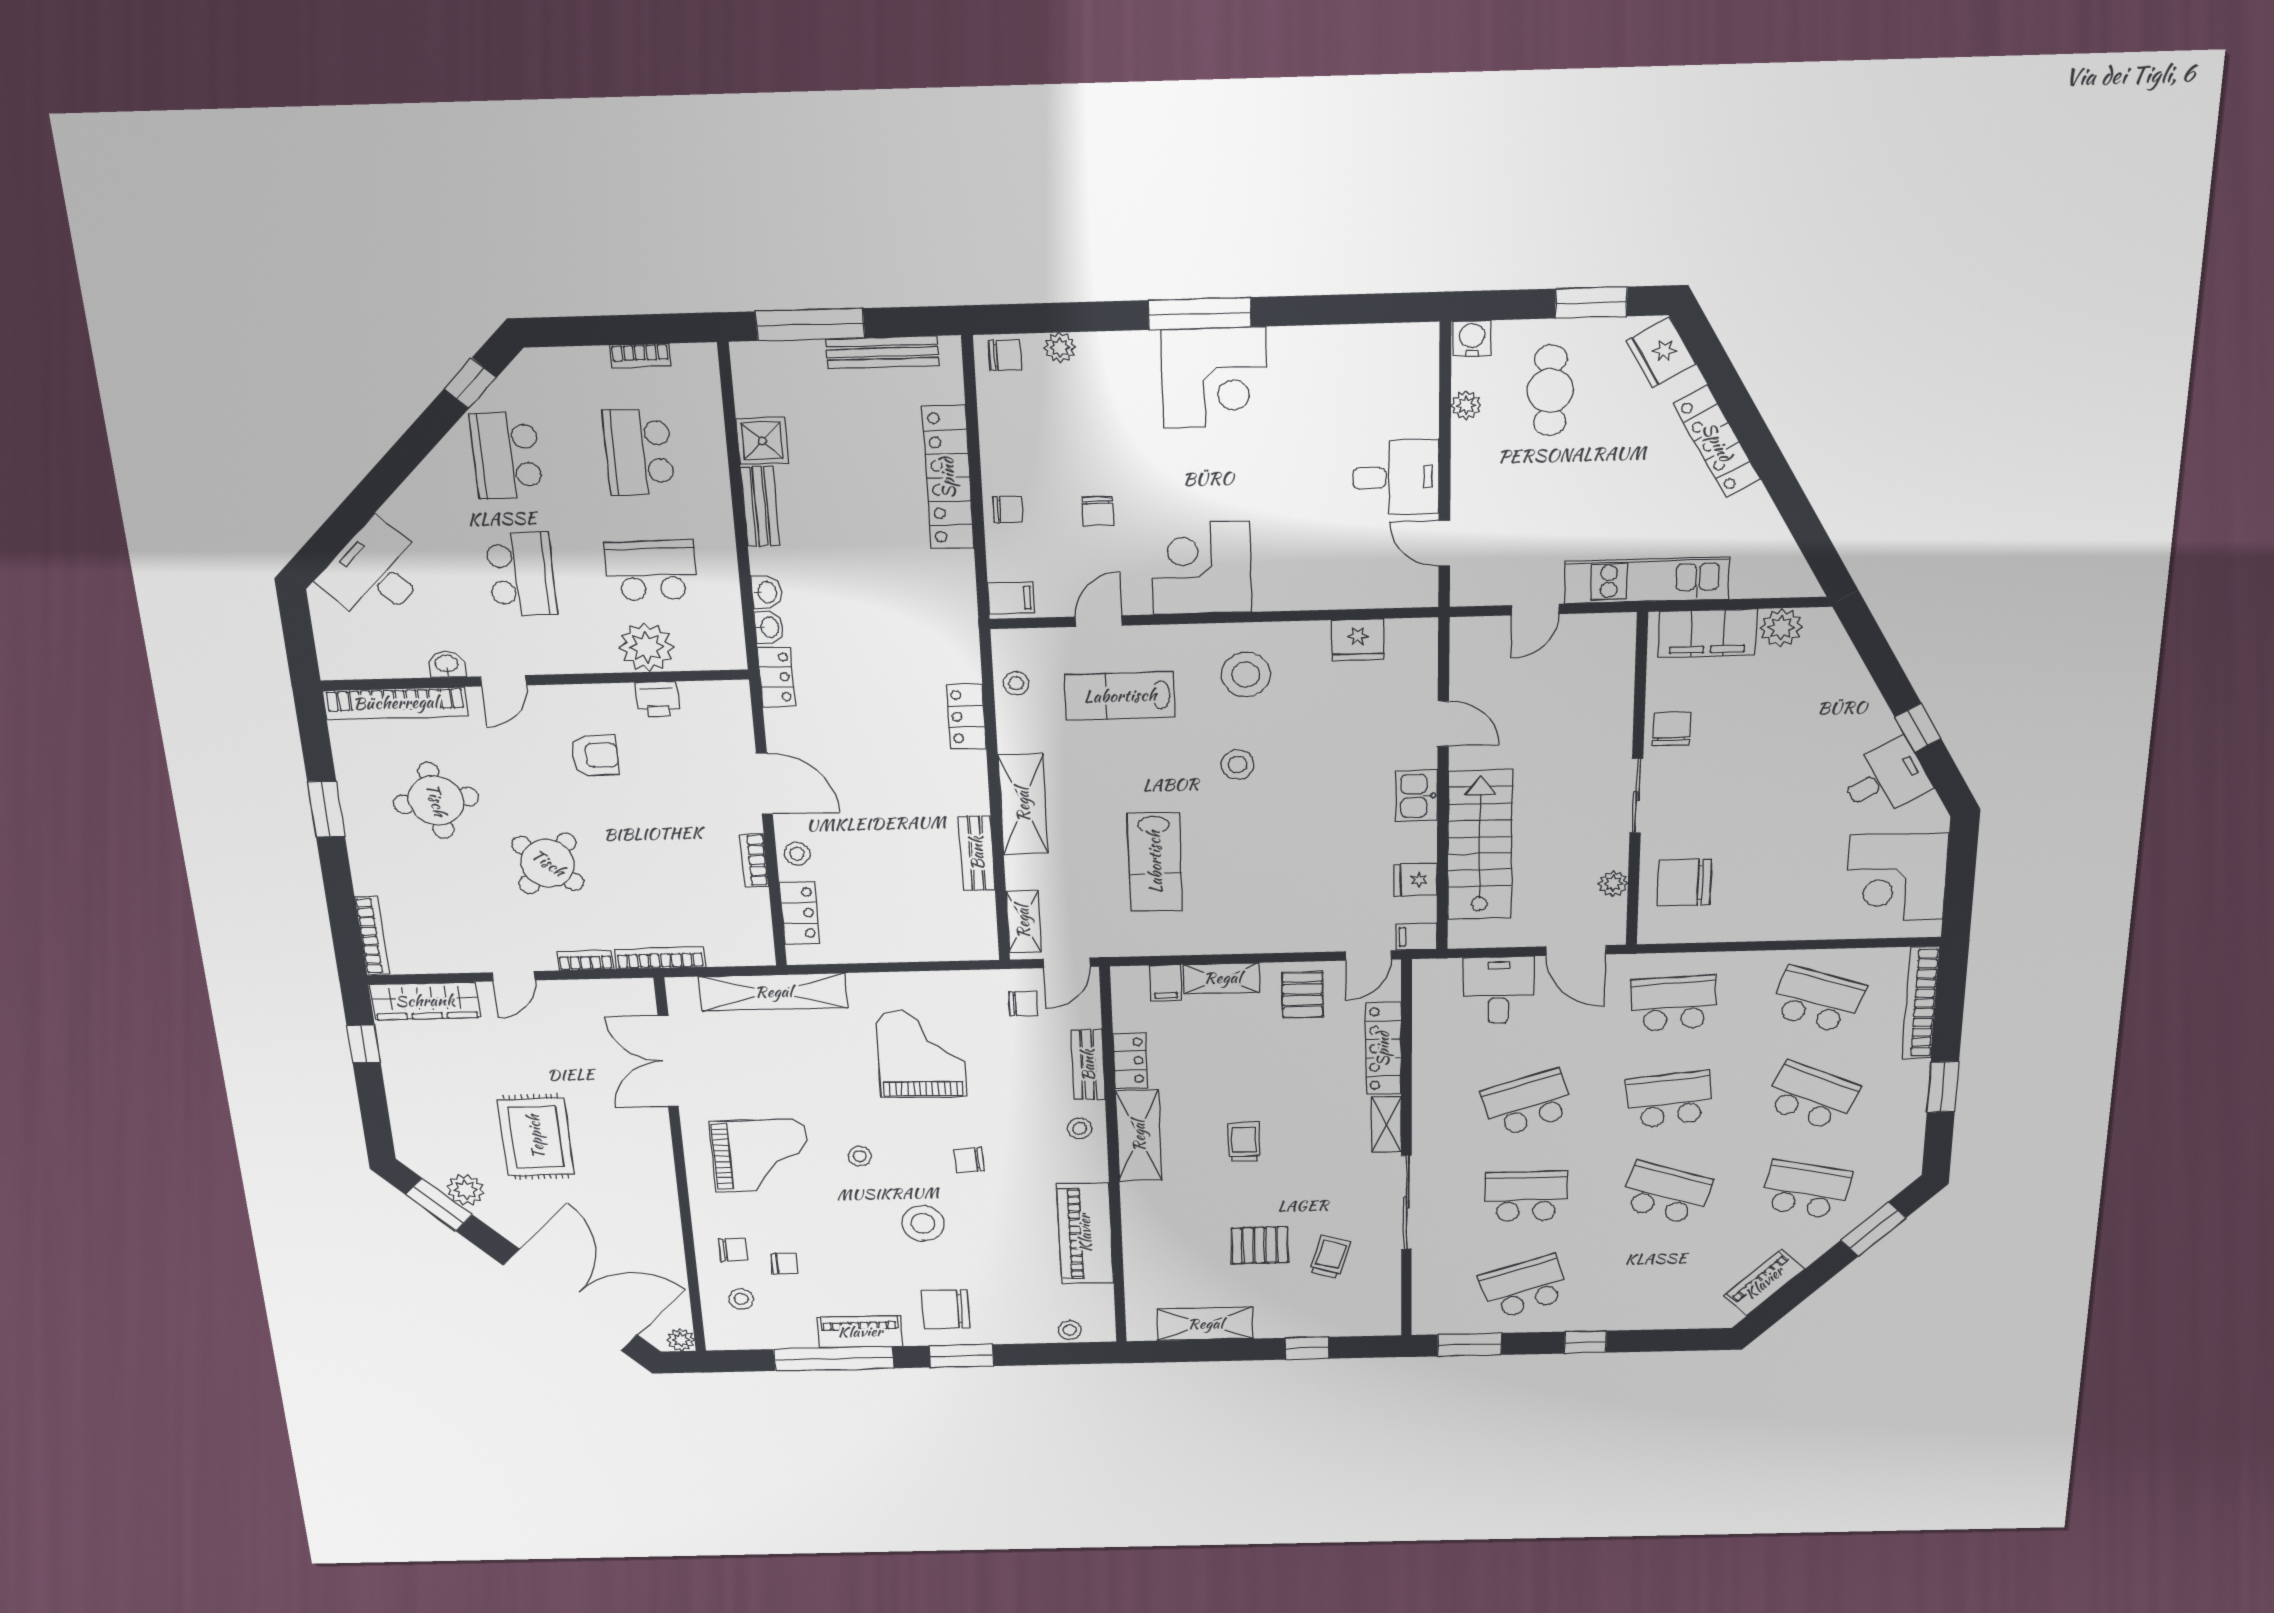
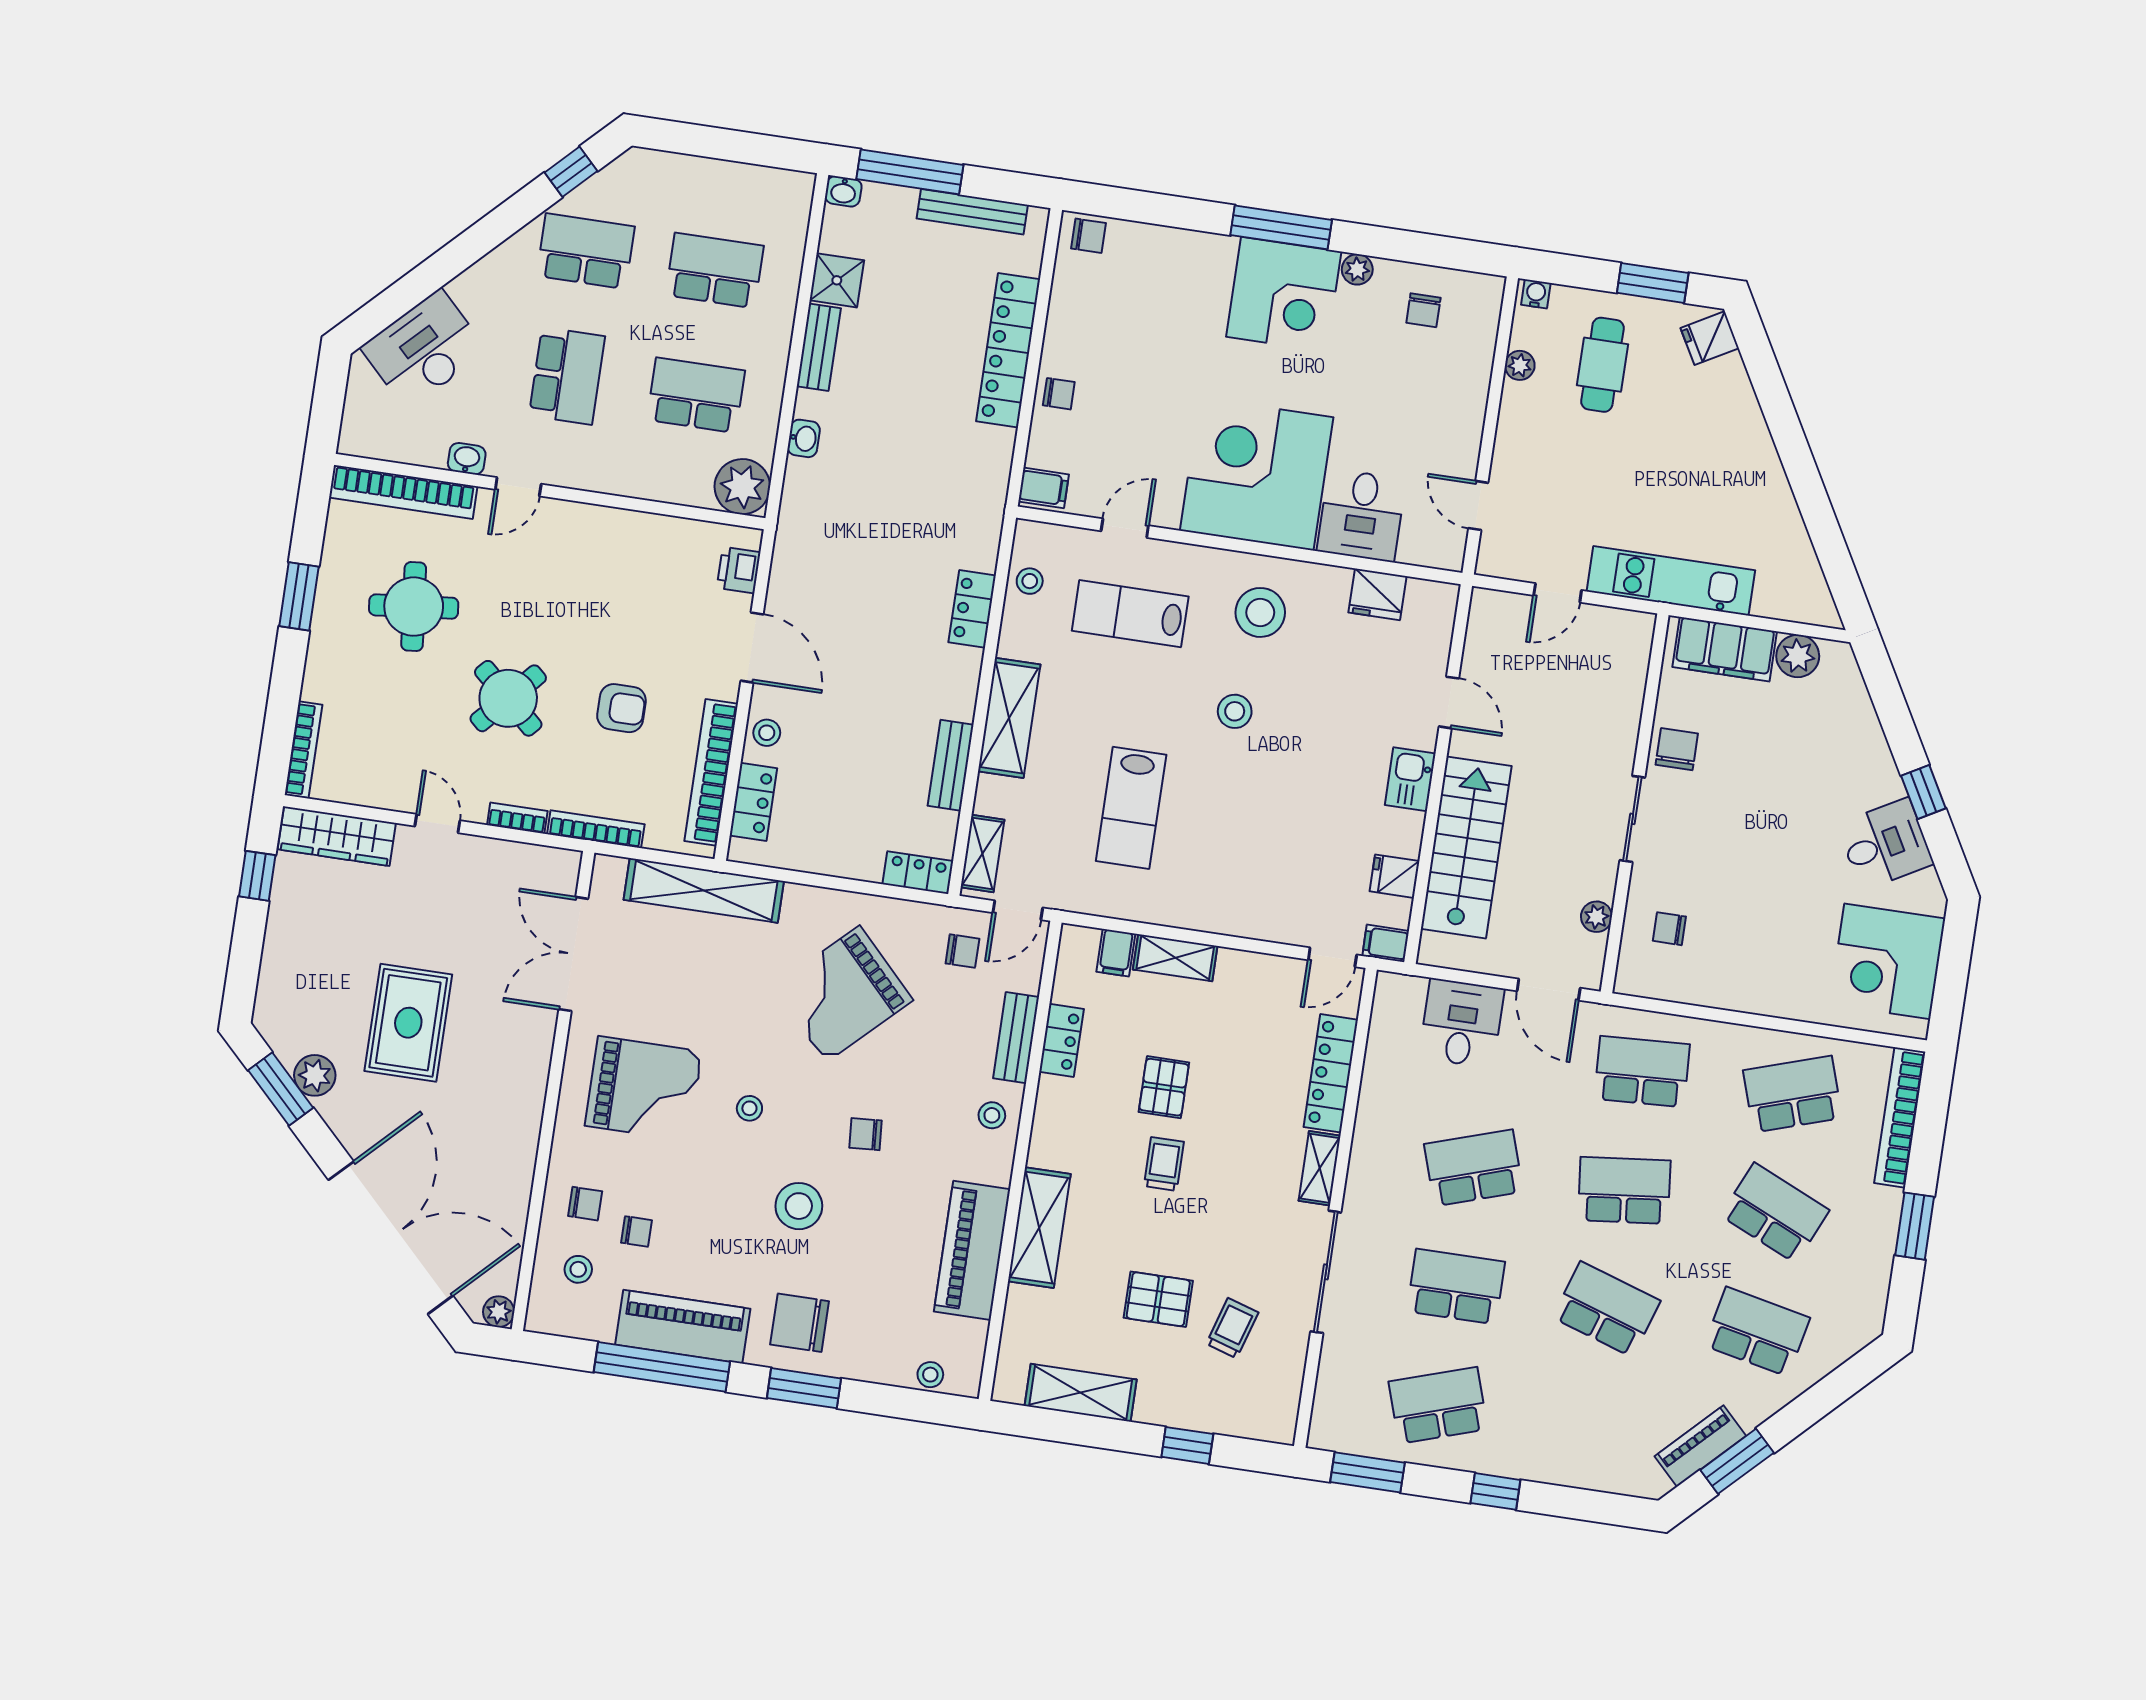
water cooler: (1472, 339) -> (1536, 294), width x0.72, depth x0.72
plant: (1060, 347) -> (1357, 269), moved
fridge: (1661, 353) -> (1710, 338), width x0.72
bookcase: (640, 355) -> (741, 173), removed
locker: (1717, 442) -> (1756, 446), removed
school desk: (639, 452) -> (715, 270), turned 90
school desk: (506, 456) -> (586, 251), turned 90
desk: (1396, 478) -> (1361, 515), moved, turned 90
chair: (1098, 511) -> (1423, 310), moved
corner desk: (1201, 568) -> (1257, 474), width x1.36, depth x1.36
washbasin: (769, 627) -> (843, 191), moved, turned 90
plant: (647, 647) -> (742, 487), moved
locker: (776, 677) -> (918, 873), moved, turned -90
printer: (657, 699) -> (739, 570), moved, turned 90
armchair: (595, 755) -> (621, 708), moved
bookcase: (754, 860) -> (711, 772), width x2.31, depth x1.31
chair: (1684, 883) -> (1669, 929), width x0.54, depth x0.54
door: (513, 976) -> (437, 823), swing flipped
pallet: (1303, 995) -> (1164, 1087), moved
school desk: (1818, 1000) -> (1793, 1094), turned -36
grand piano: (921, 1054) -> (843, 994), turned -135
shelving: (1139, 1136) -> (1039, 1228), moved
window: (1873, 1229) -> (1737, 1461), moved
piano: (860, 1332) -> (683, 1327), width x1.37, depth x1.33

